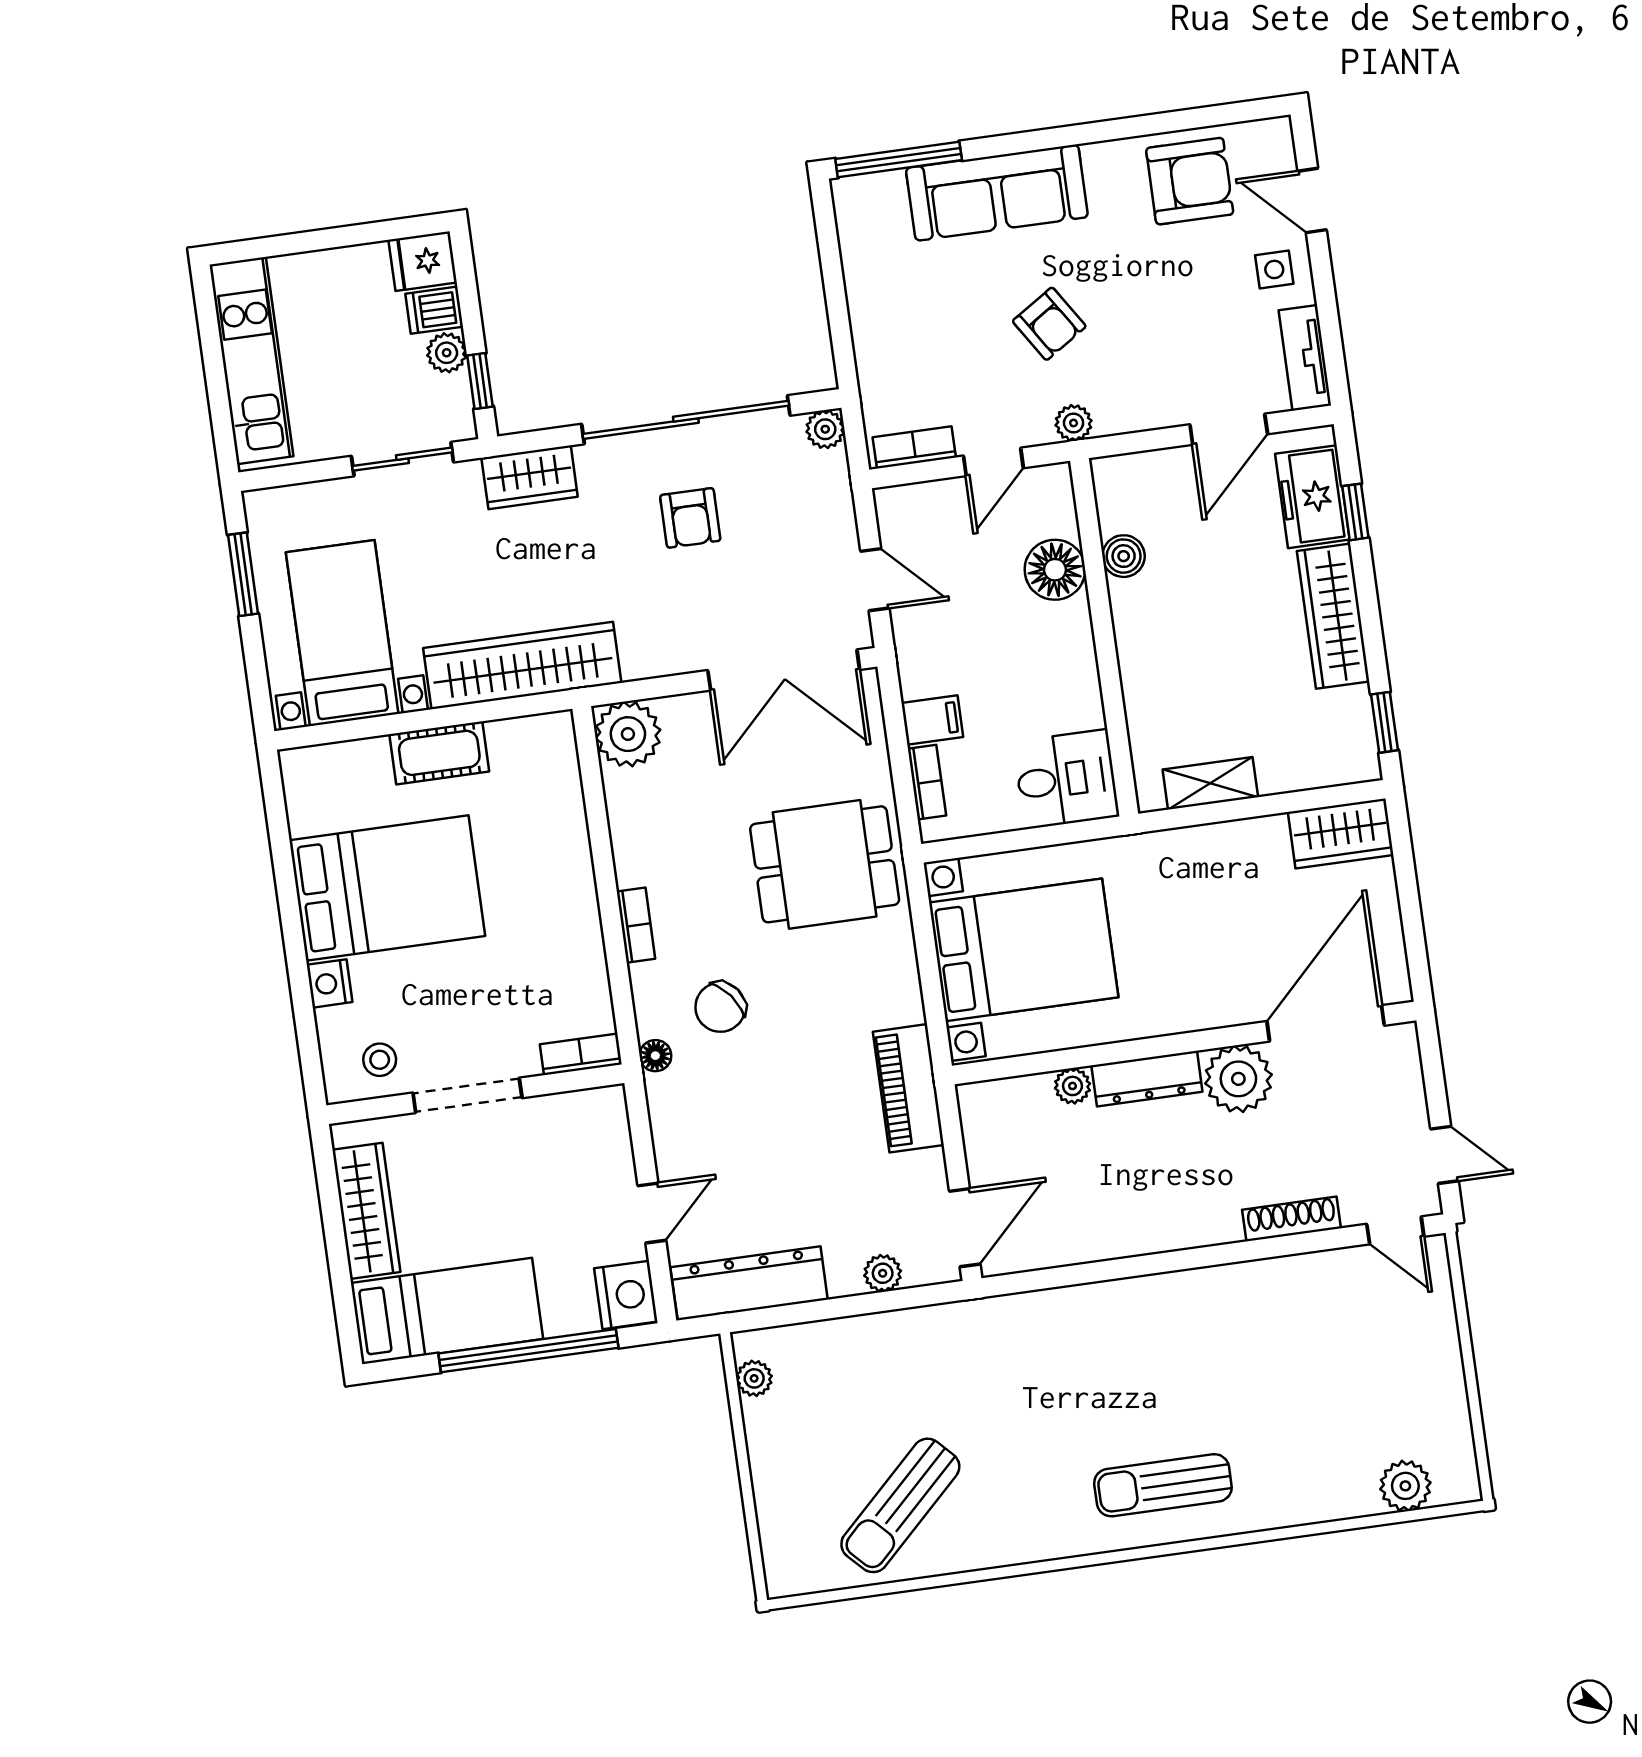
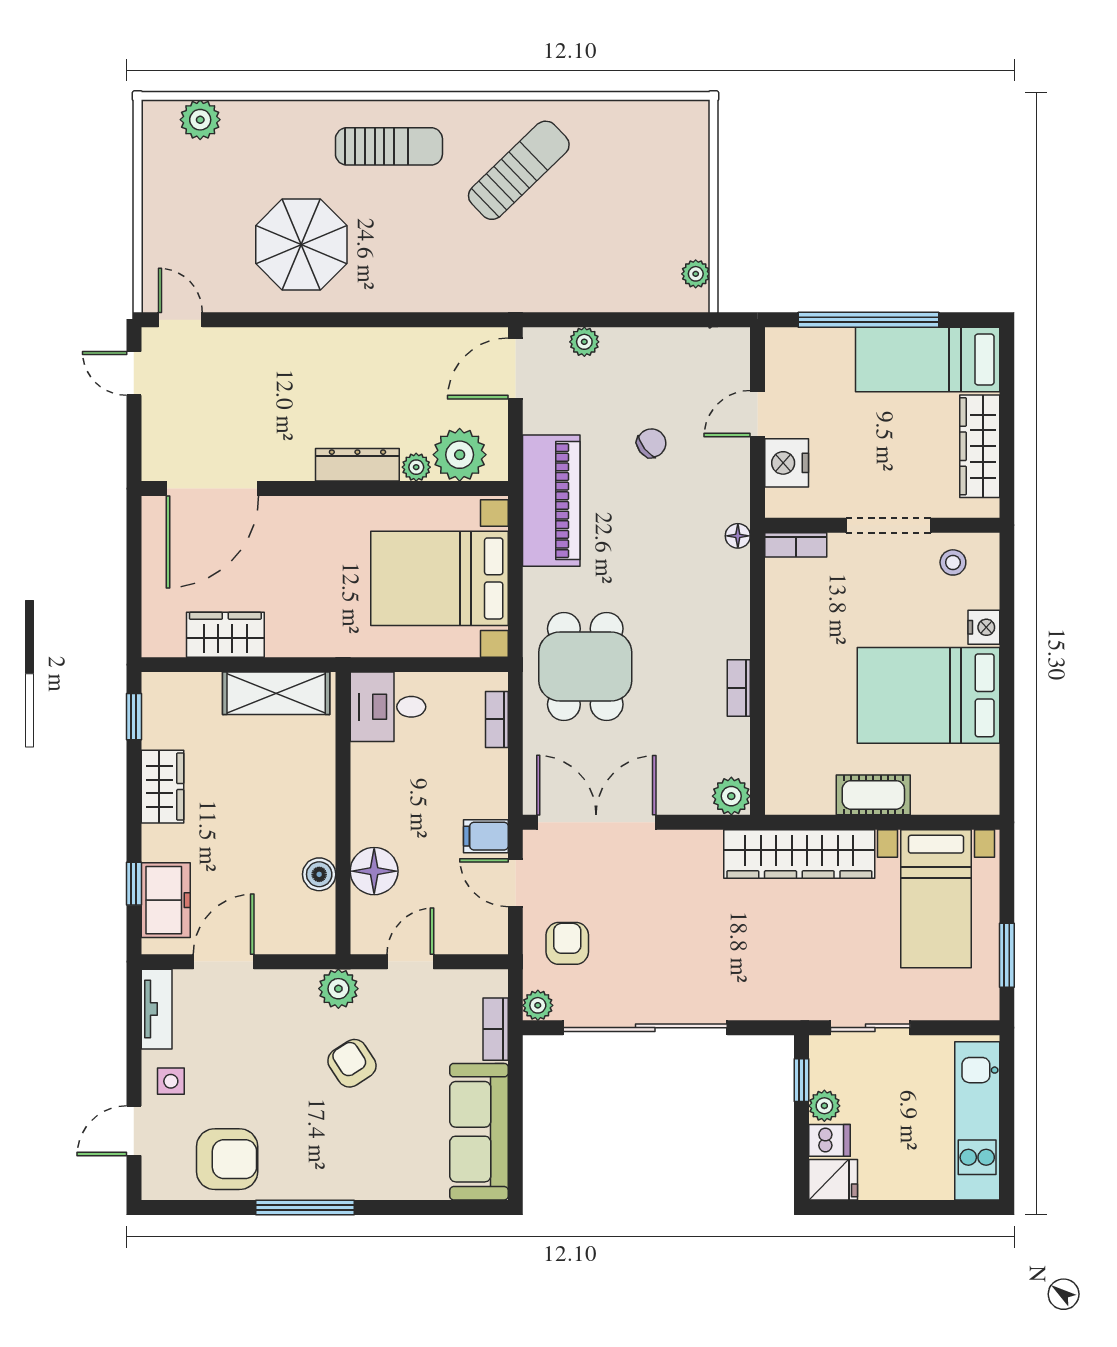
window: (899, 160) -> (305, 1207), moved
armchair: (1190, 181) -> (227, 1159), turned 180
sofa: (997, 193) -> (479, 1132), moved, turned -90
door: (1312, 201) -> (134, 1131), swing flipped
plant: (1074, 423) -> (338, 989), width x1.38, depth x1.38
bookcase: (914, 447) -> (496, 1029), moved, turned 90
wardrobe: (530, 477) -> (773, 1000), removed
armchair: (690, 518) -> (567, 943), moved
wardrobe: (1333, 616) -> (162, 787), width x0.67
filing cabinet: (932, 720) -> (486, 836), moved
plant: (628, 734) -> (731, 796), width x0.73, depth x0.73
shelving: (1210, 783) -> (276, 693), width x1.50, depth x1.33
wardrobe: (1341, 834) -> (225, 635), moved
dining table: (825, 864) -> (585, 666), turned 90
bookcase: (636, 925) -> (739, 688), moved
chair: (720, 1007) -> (651, 443), moved, width x0.73, depth x0.73
plant: (1238, 1079) -> (460, 455), moved
piano: (908, 1088) -> (551, 501), width x1.37, depth x1.33
shoe rack: (1291, 1219) -> (260, 340), removed
dresser: (749, 1283) -> (689, 348), removed
nightstand: (626, 1295) -> (787, 463), moved
parasol: (1256, 1346) -> (301, 245), added
sun lounger: (900, 1505) -> (519, 170), moved

